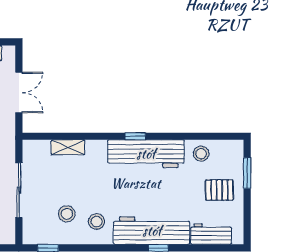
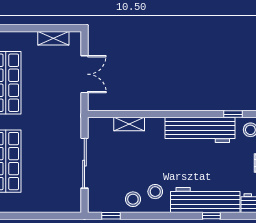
window: (135, 136) -> (233, 114), moved
stool: (67, 214) -> (133, 199), moved

